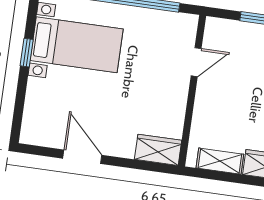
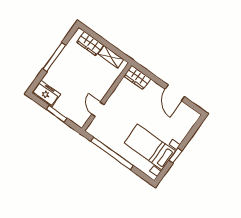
door: (196, 62) -> (98, 109), hinge flipped

